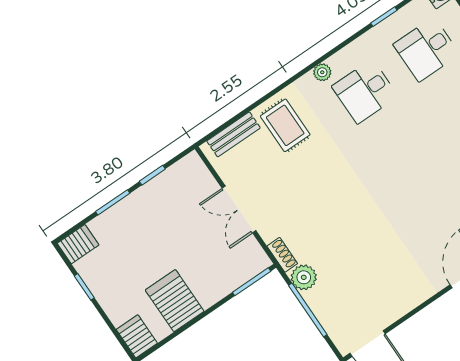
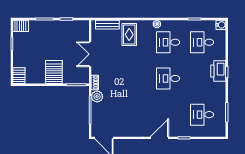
desk: (410, 157) -> (168, 78), added
server rack: (175, 301) -> (54, 72), moved

